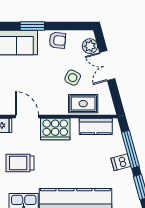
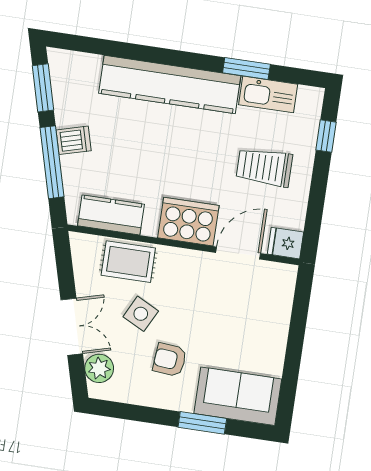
armchair: (57, 40) -> (170, 360), moved
door: (27, 117) -> (238, 253), swing flipped
trolley: (20, 163) -> (264, 167), turned 180

